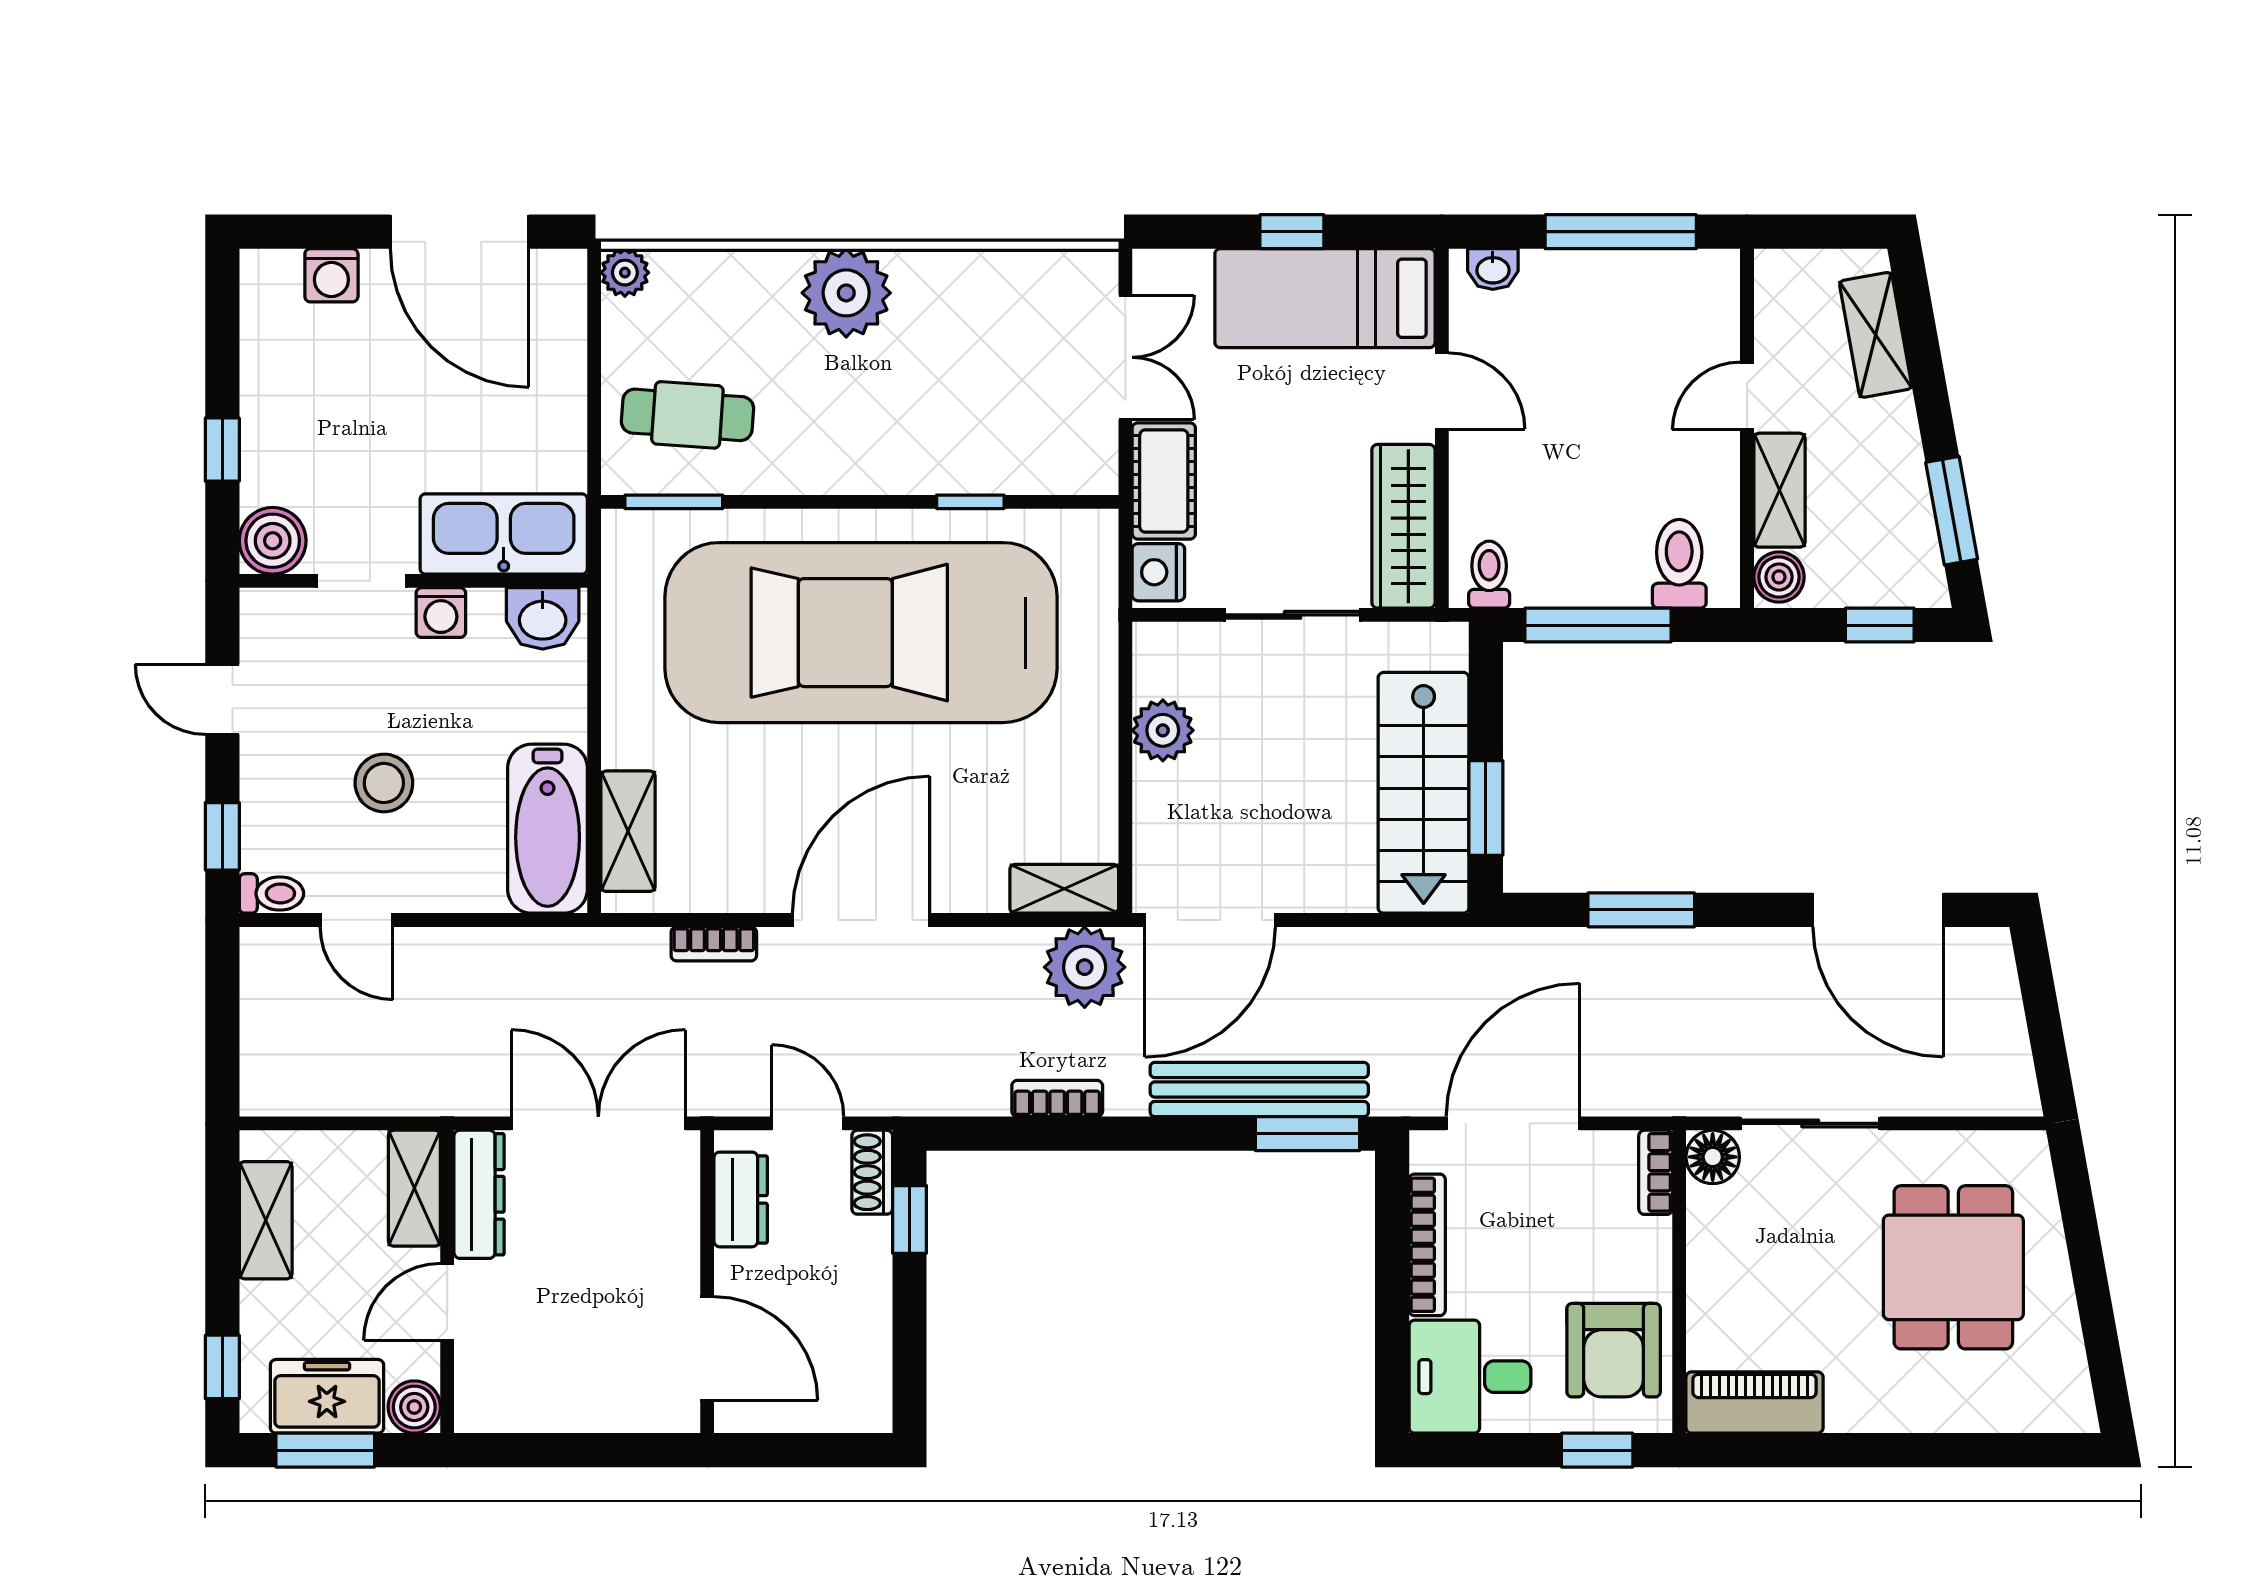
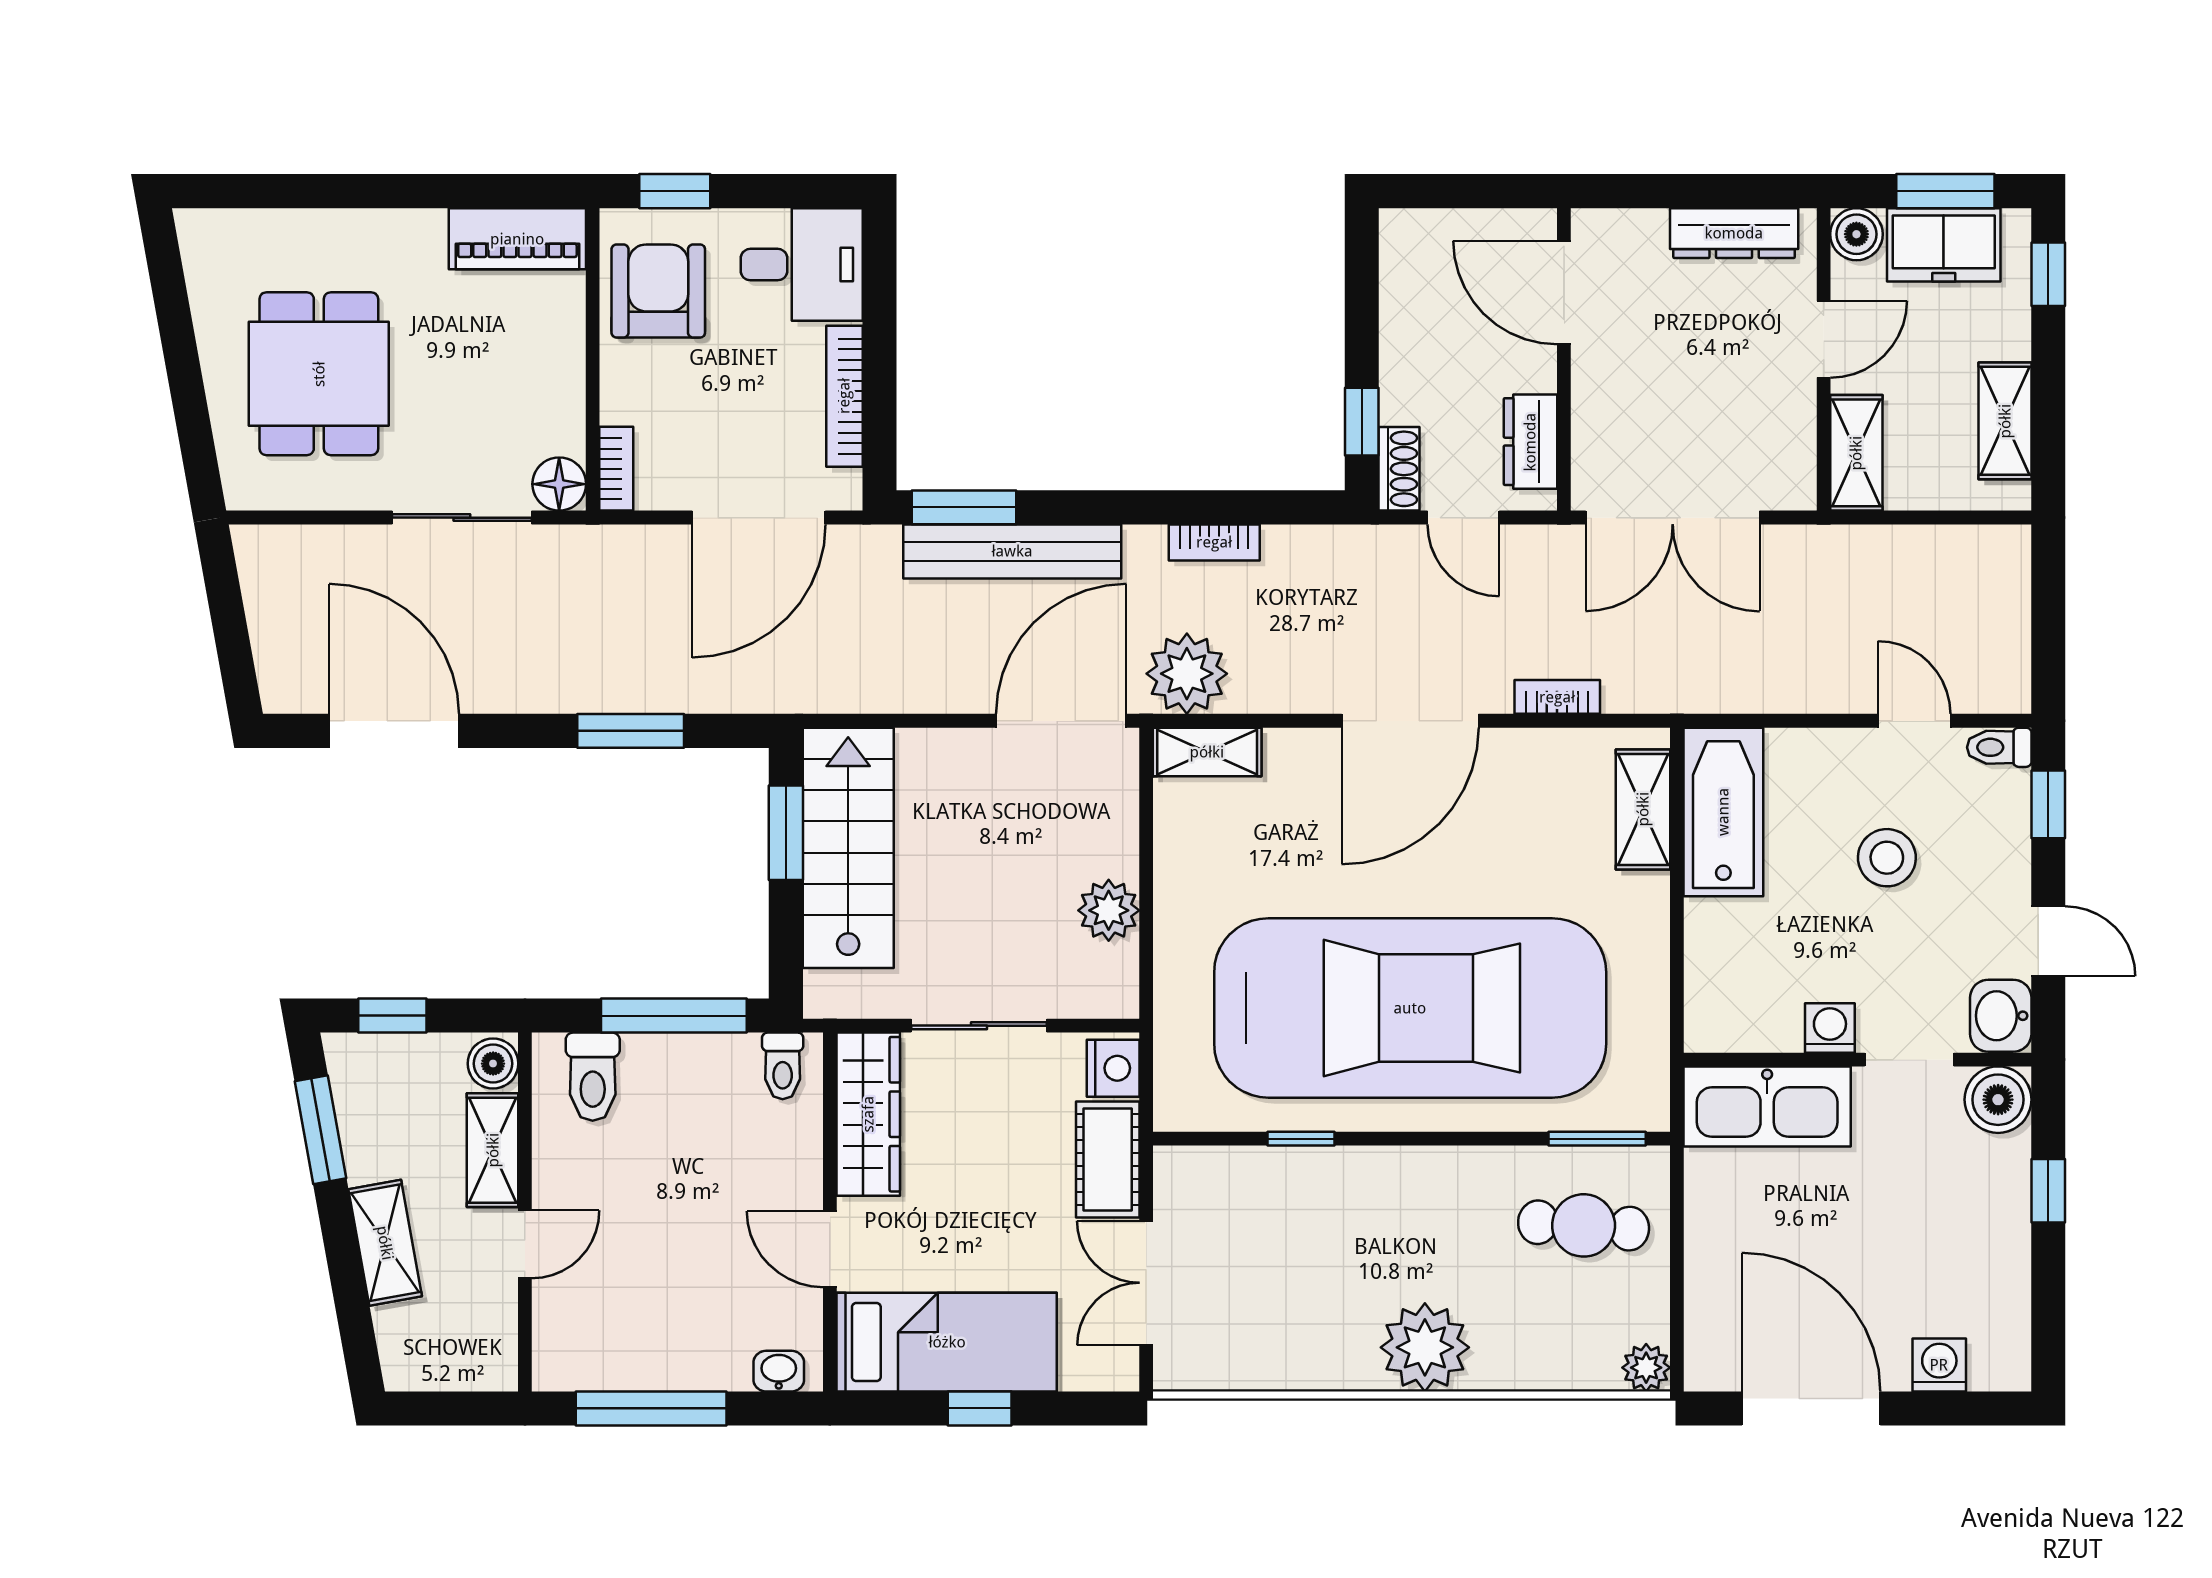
shelving: (1876, 335) -> (385, 1243), moved
washbasin: (543, 618) -> (2001, 1016), moved, turned -90
dresser: (479, 1194) -> (1734, 233), moved, turned -90

